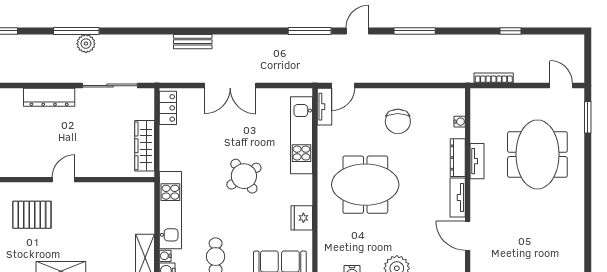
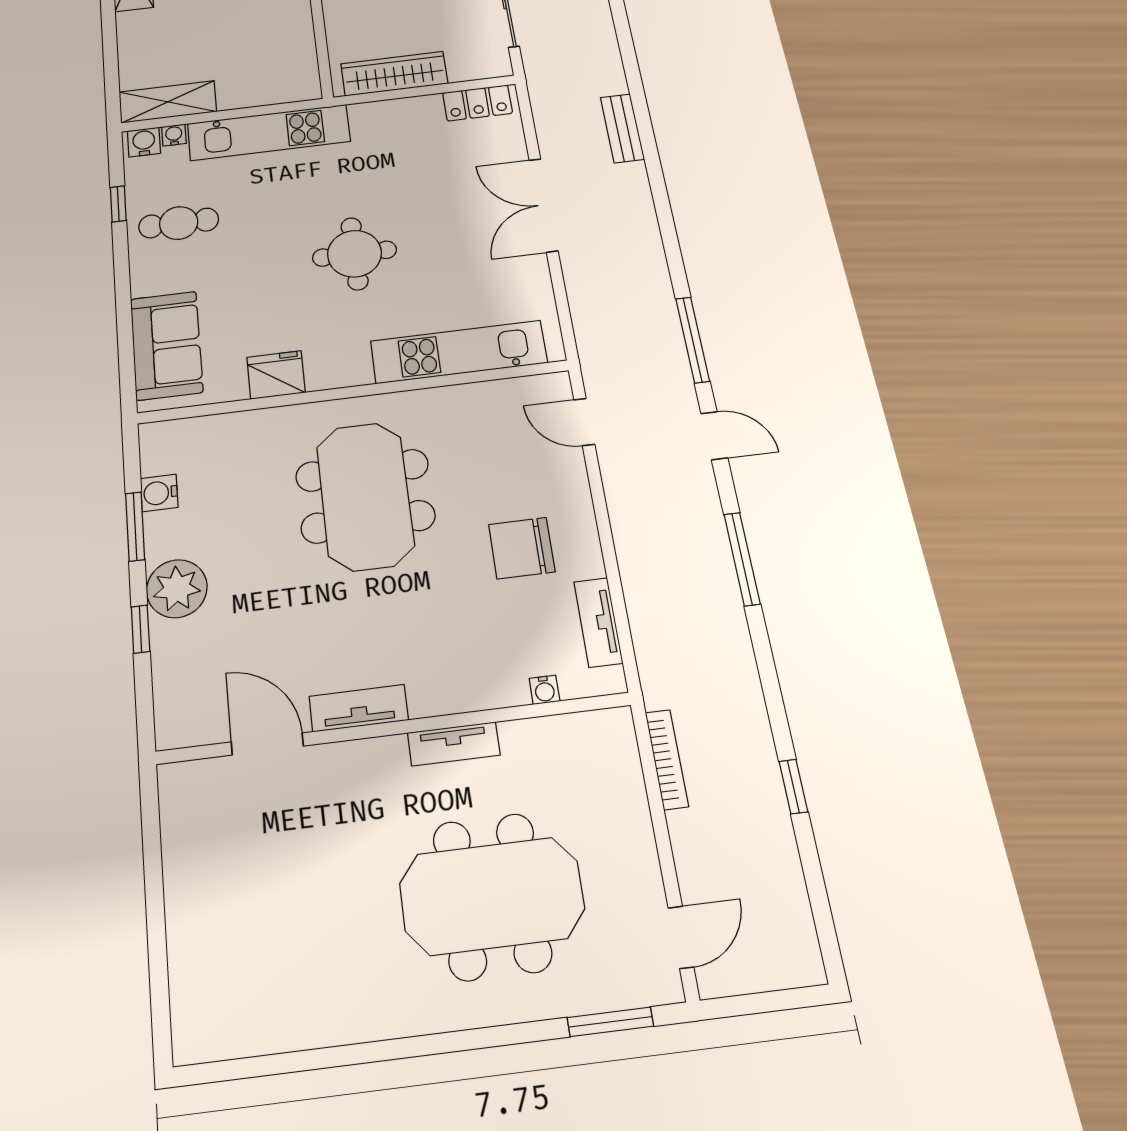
tv unit: (324, 107) -> (598, 622), moved, turned 90
dresser: (458, 158) -> (456, 696), removed
round table: (244, 176) -> (355, 254), turned 34
door: (468, 236) -> (267, 744), hinge flipped

